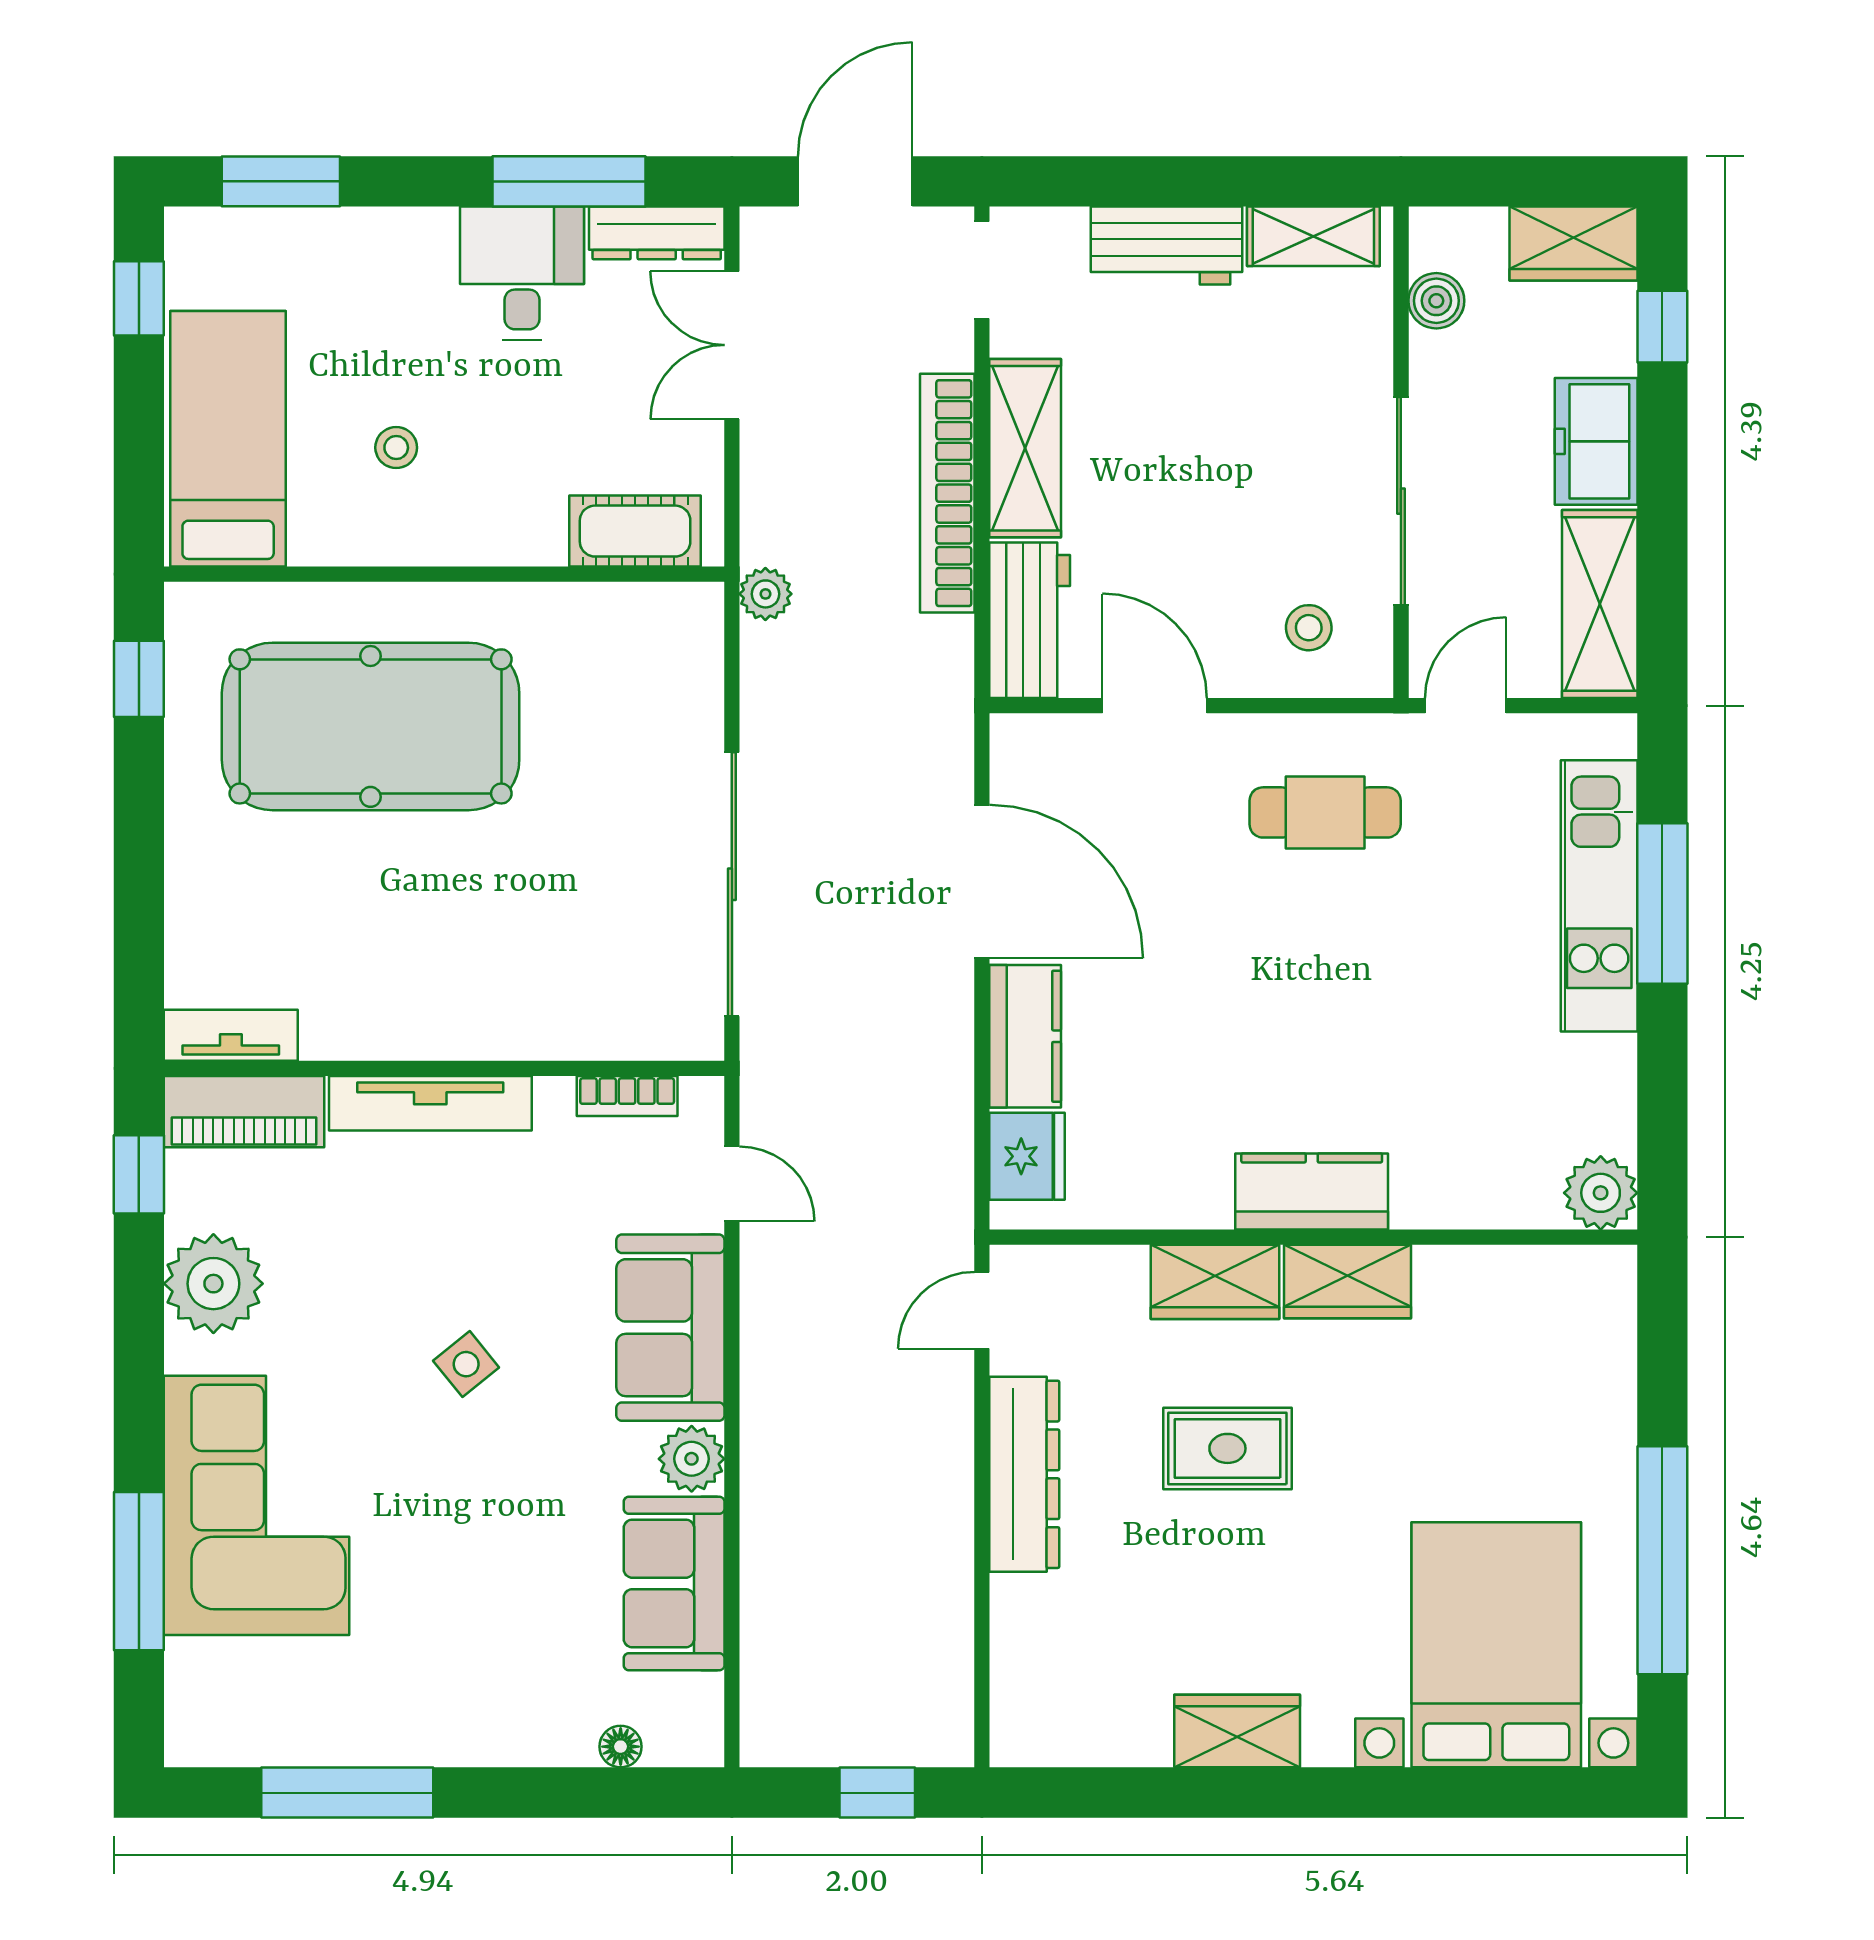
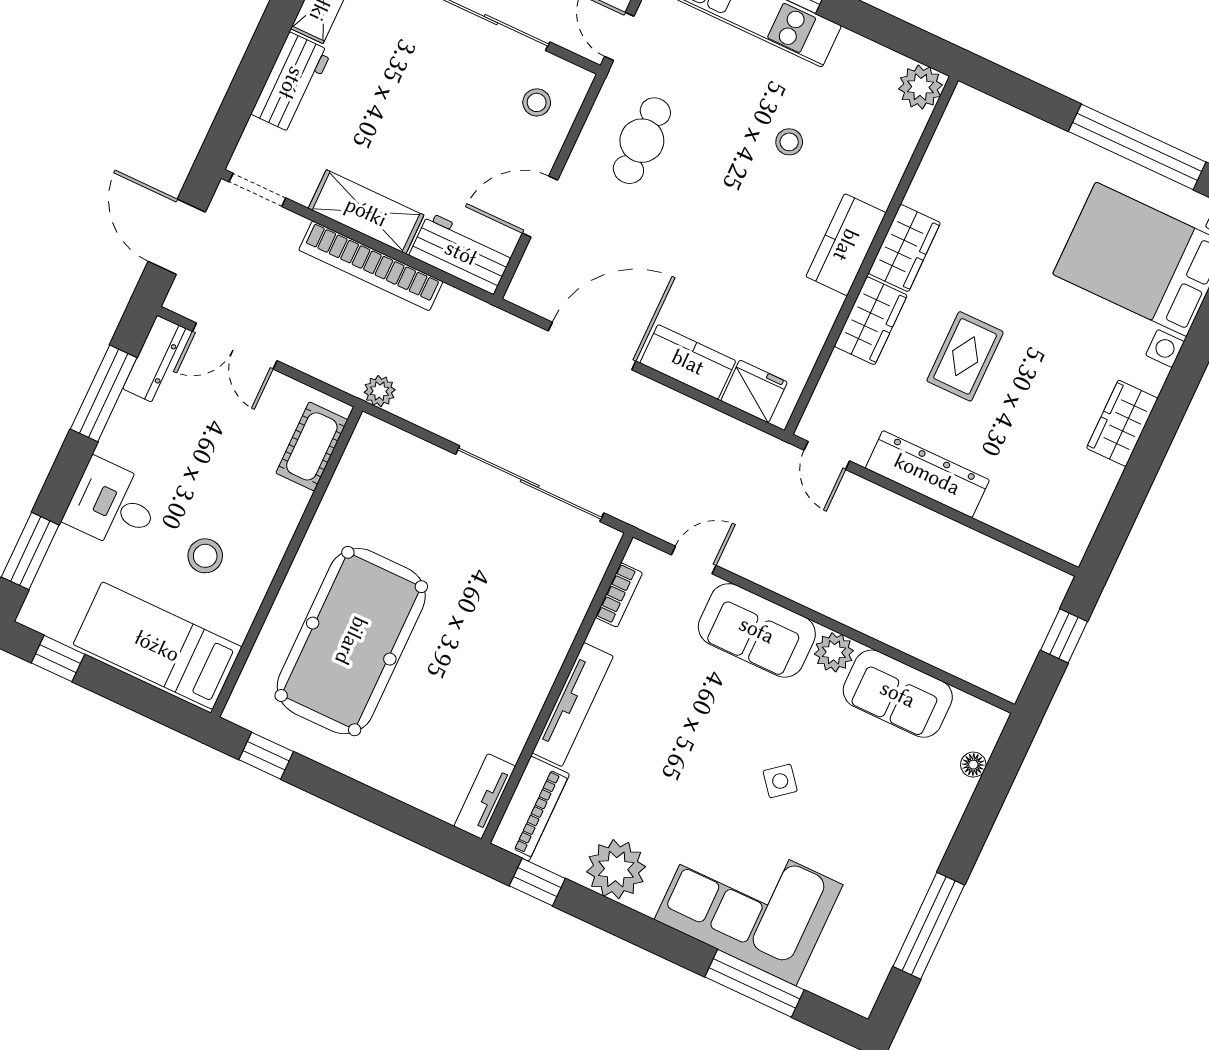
desk: (522, 273) -> (113, 505), moved
stool: (396, 448) -> (205, 556), width x1.37, depth x1.37
stool: (1426, 1034) -> (789, 142), added
side table: (466, 1364) -> (780, 781), moved

